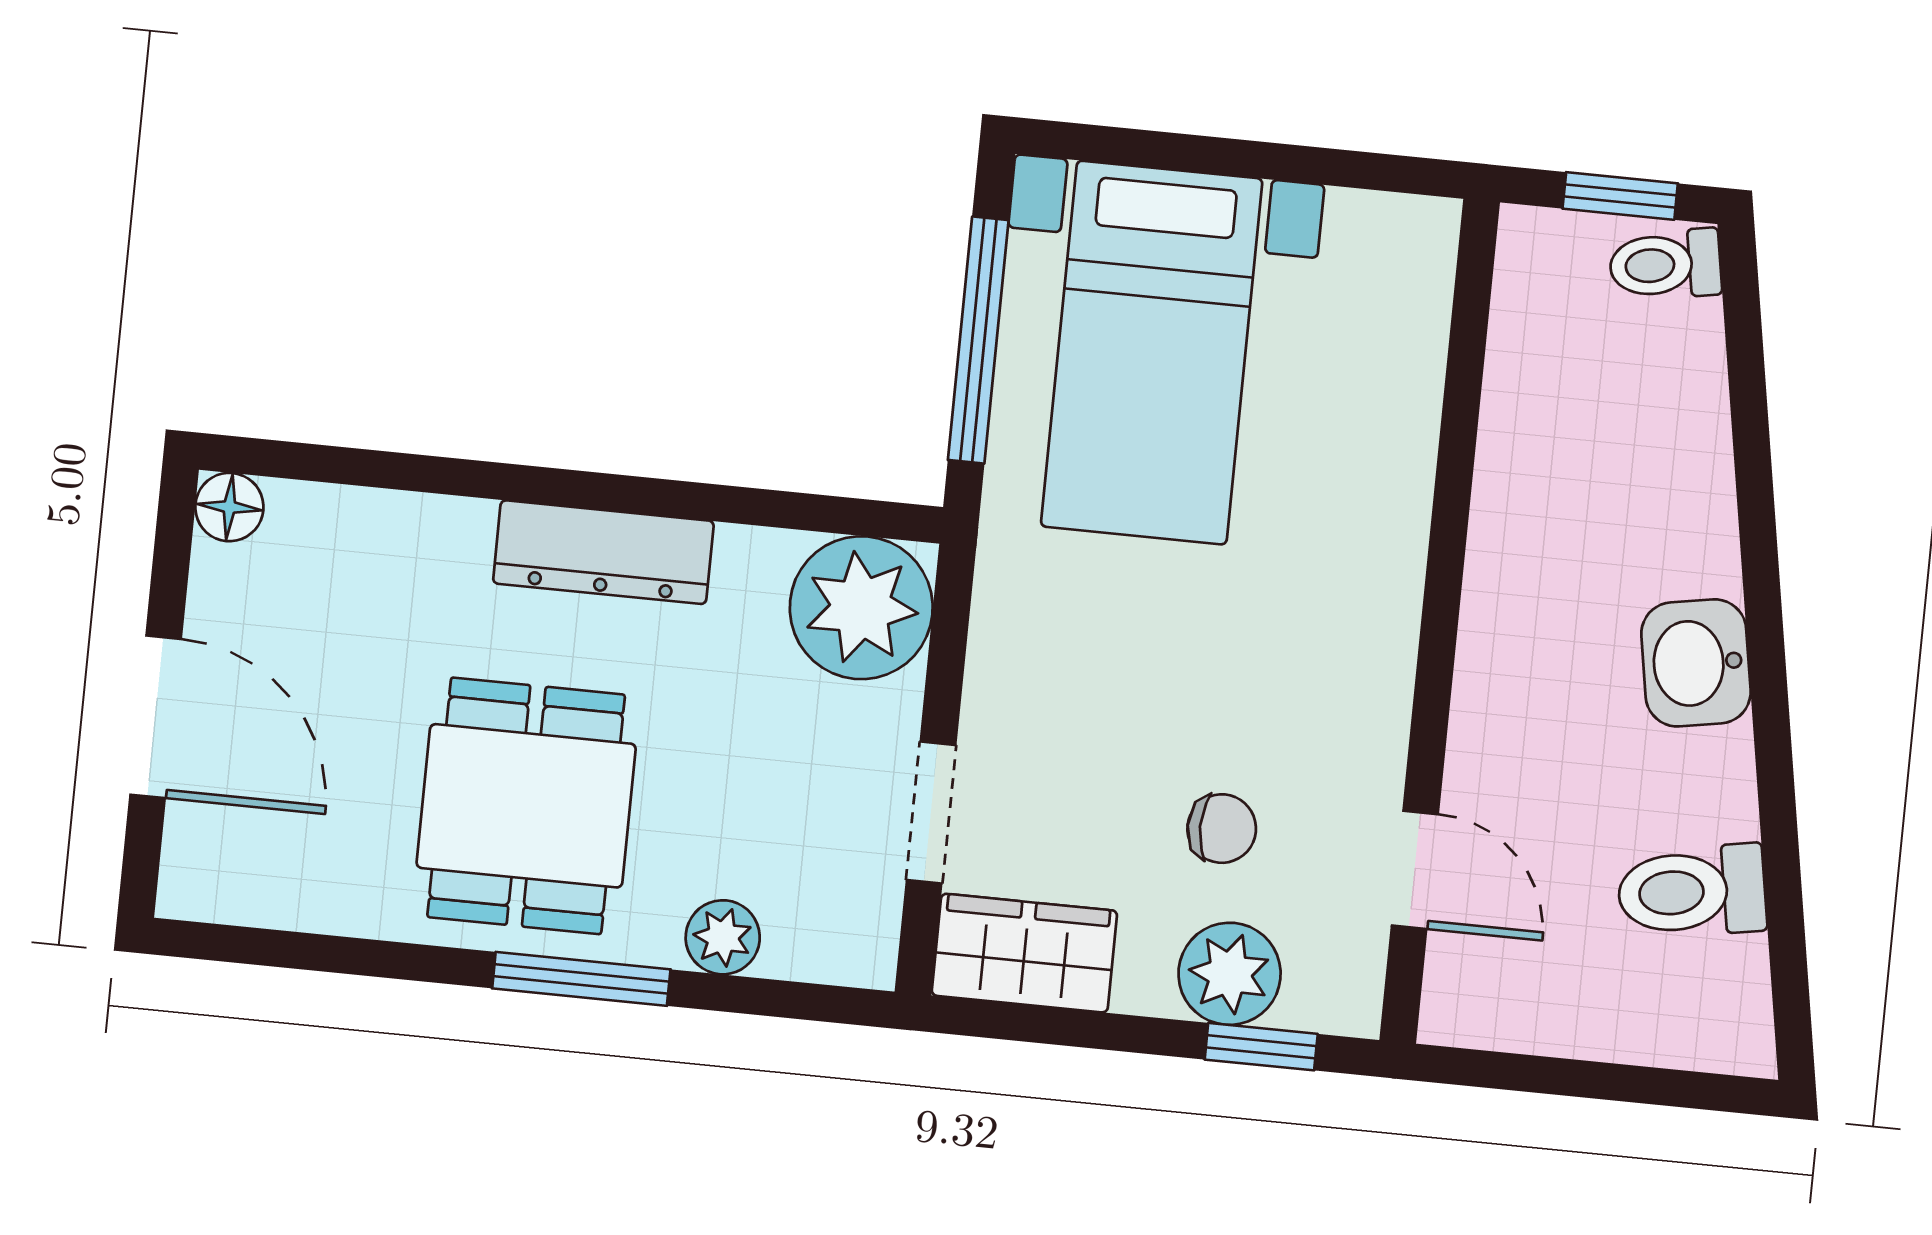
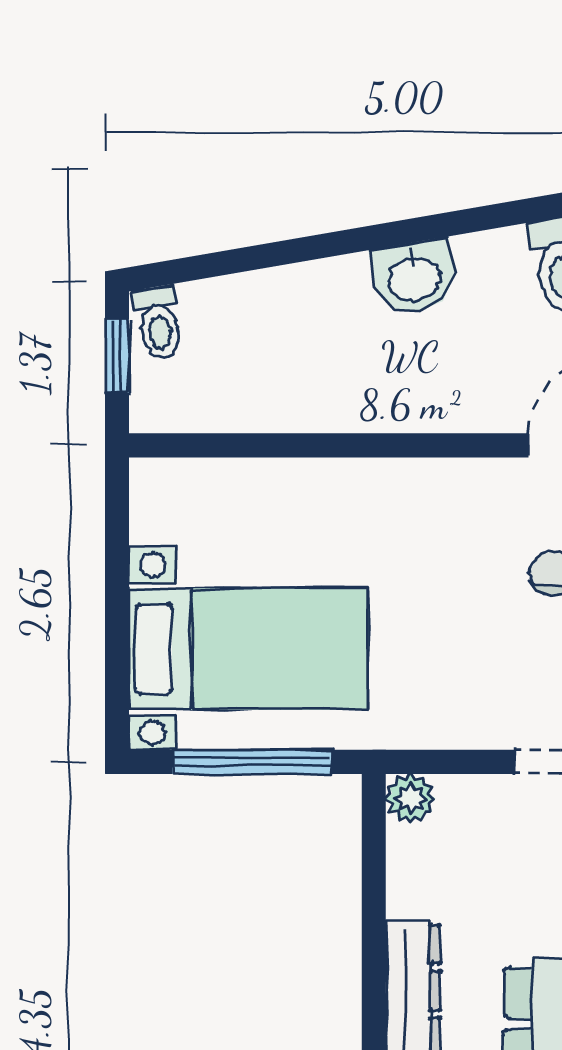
plant: (861, 608) -> (411, 799), width x0.53, depth x0.53

